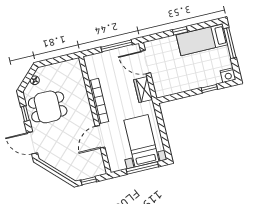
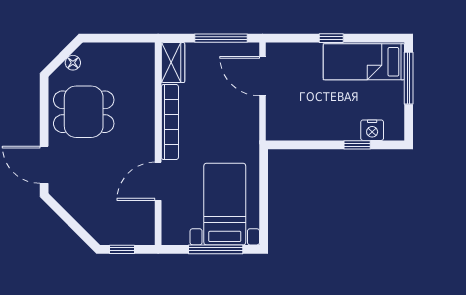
nightstand: (228, 75) -> (372, 130), moved
wardrobe: (143, 90) -> (173, 63), moved, turned 180
window: (25, 114) -> (44, 114), removed

